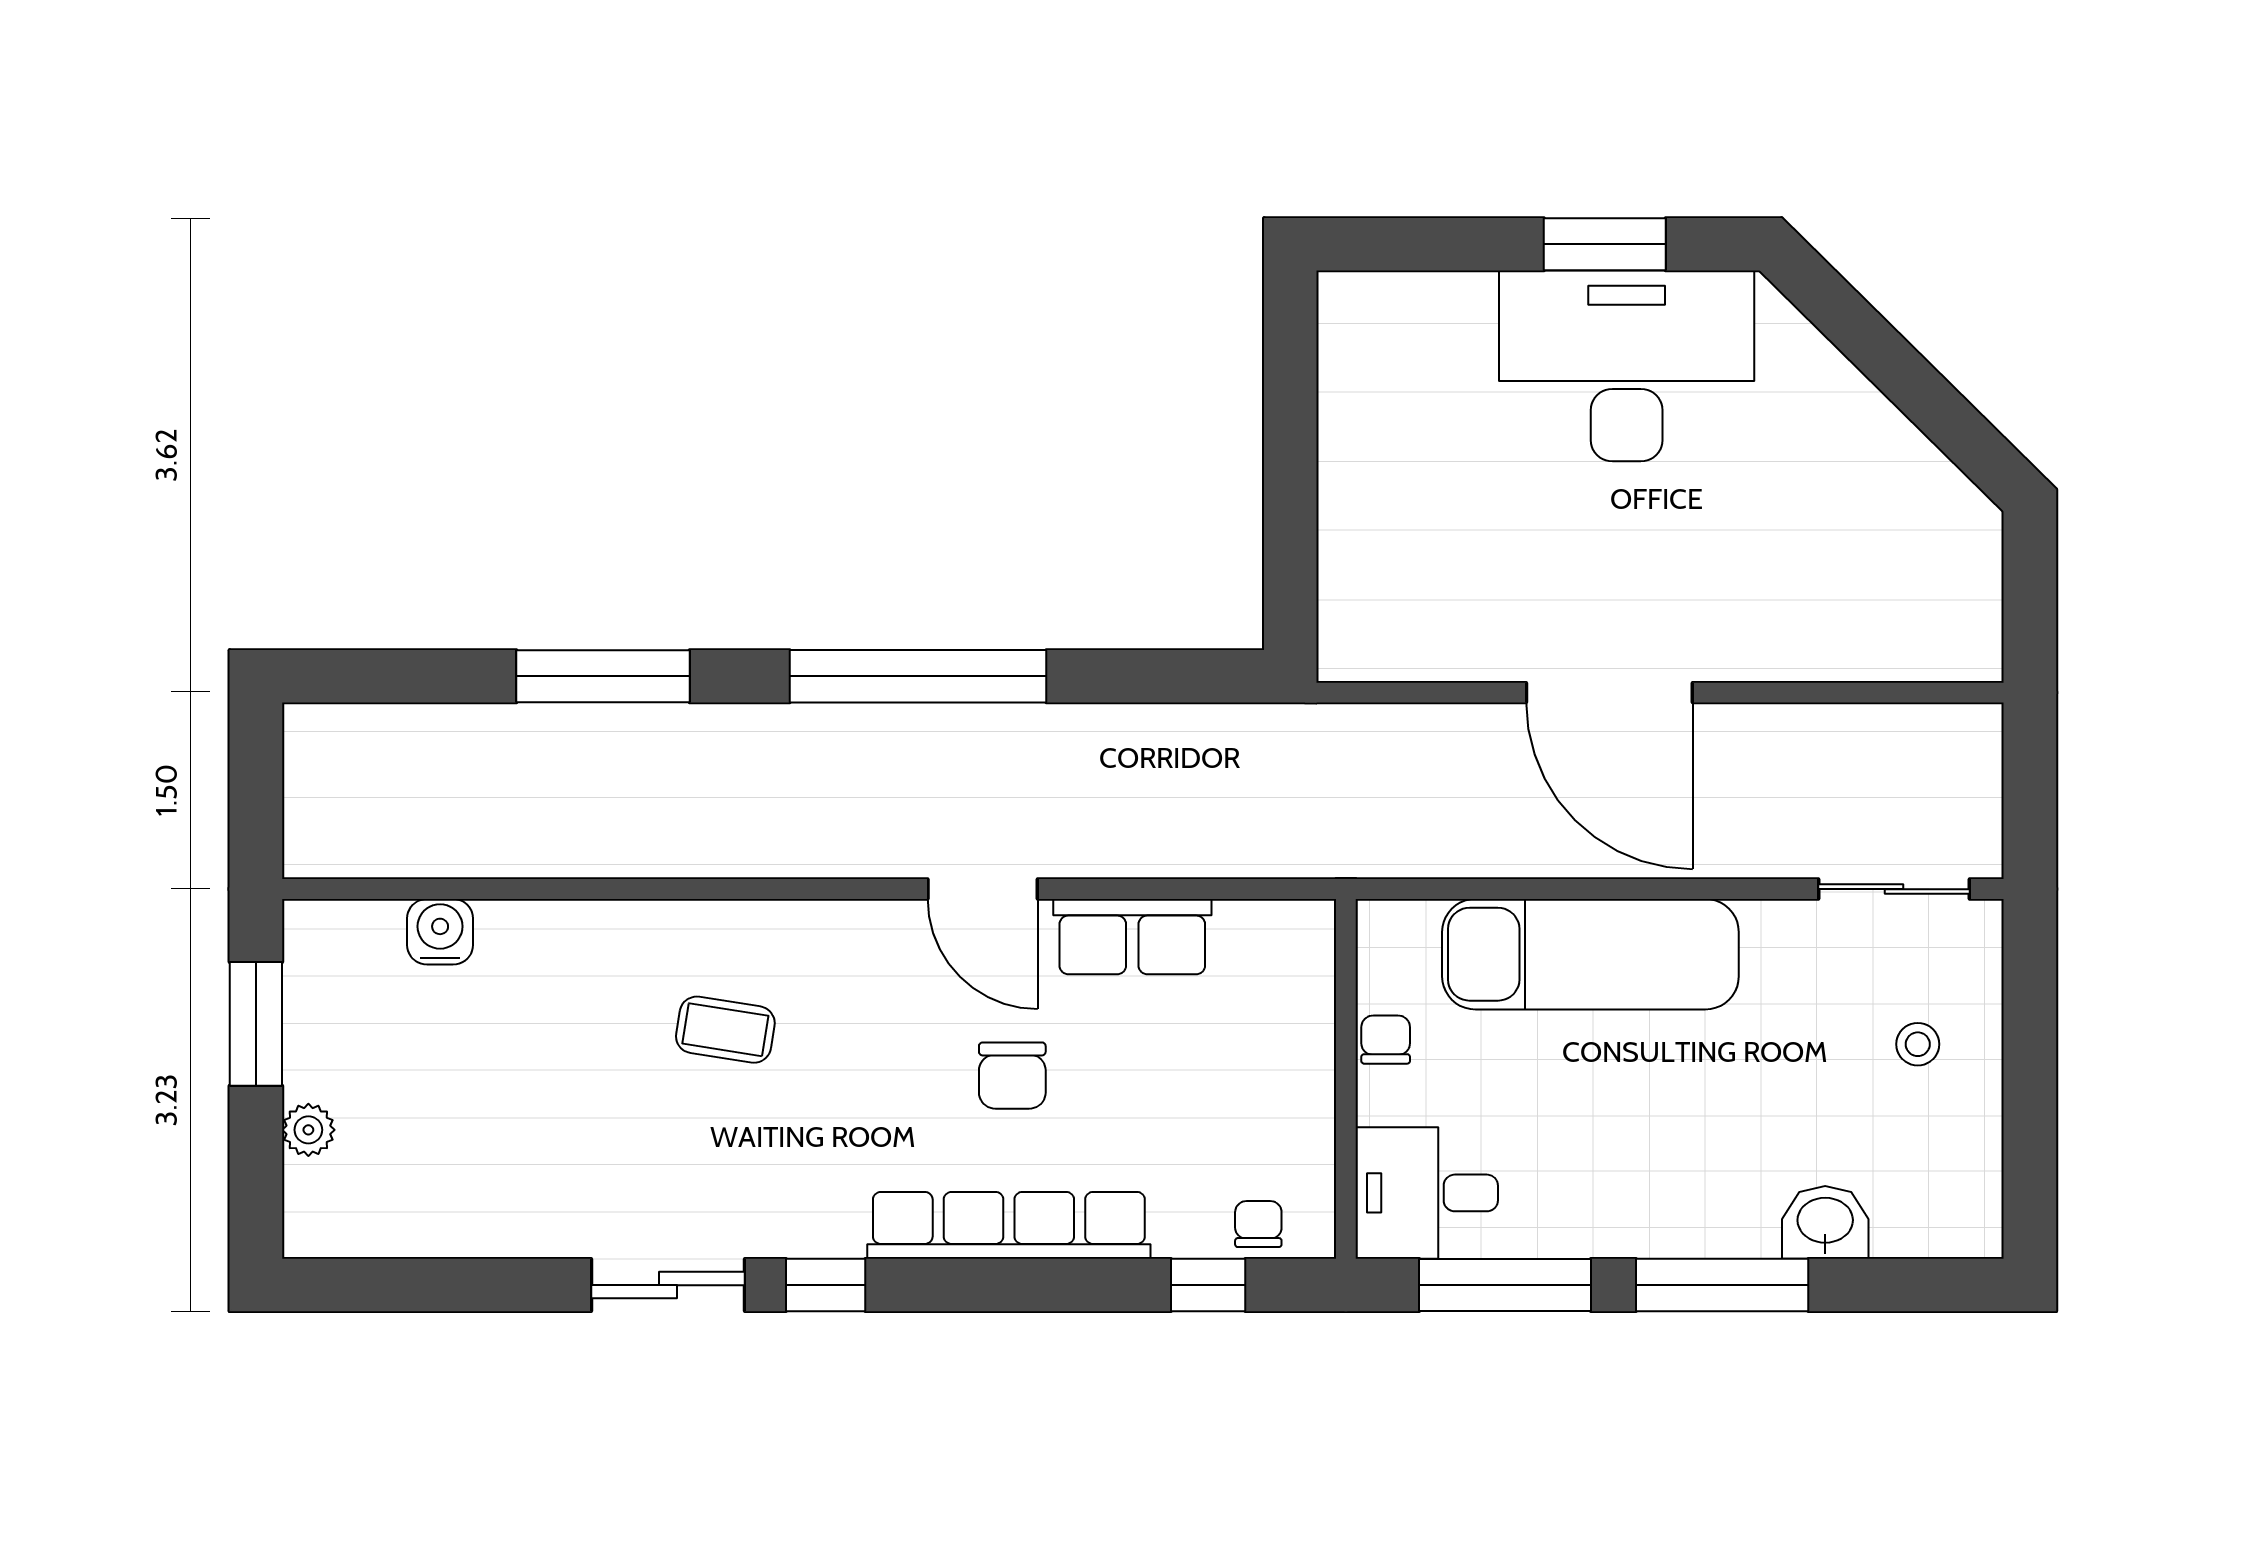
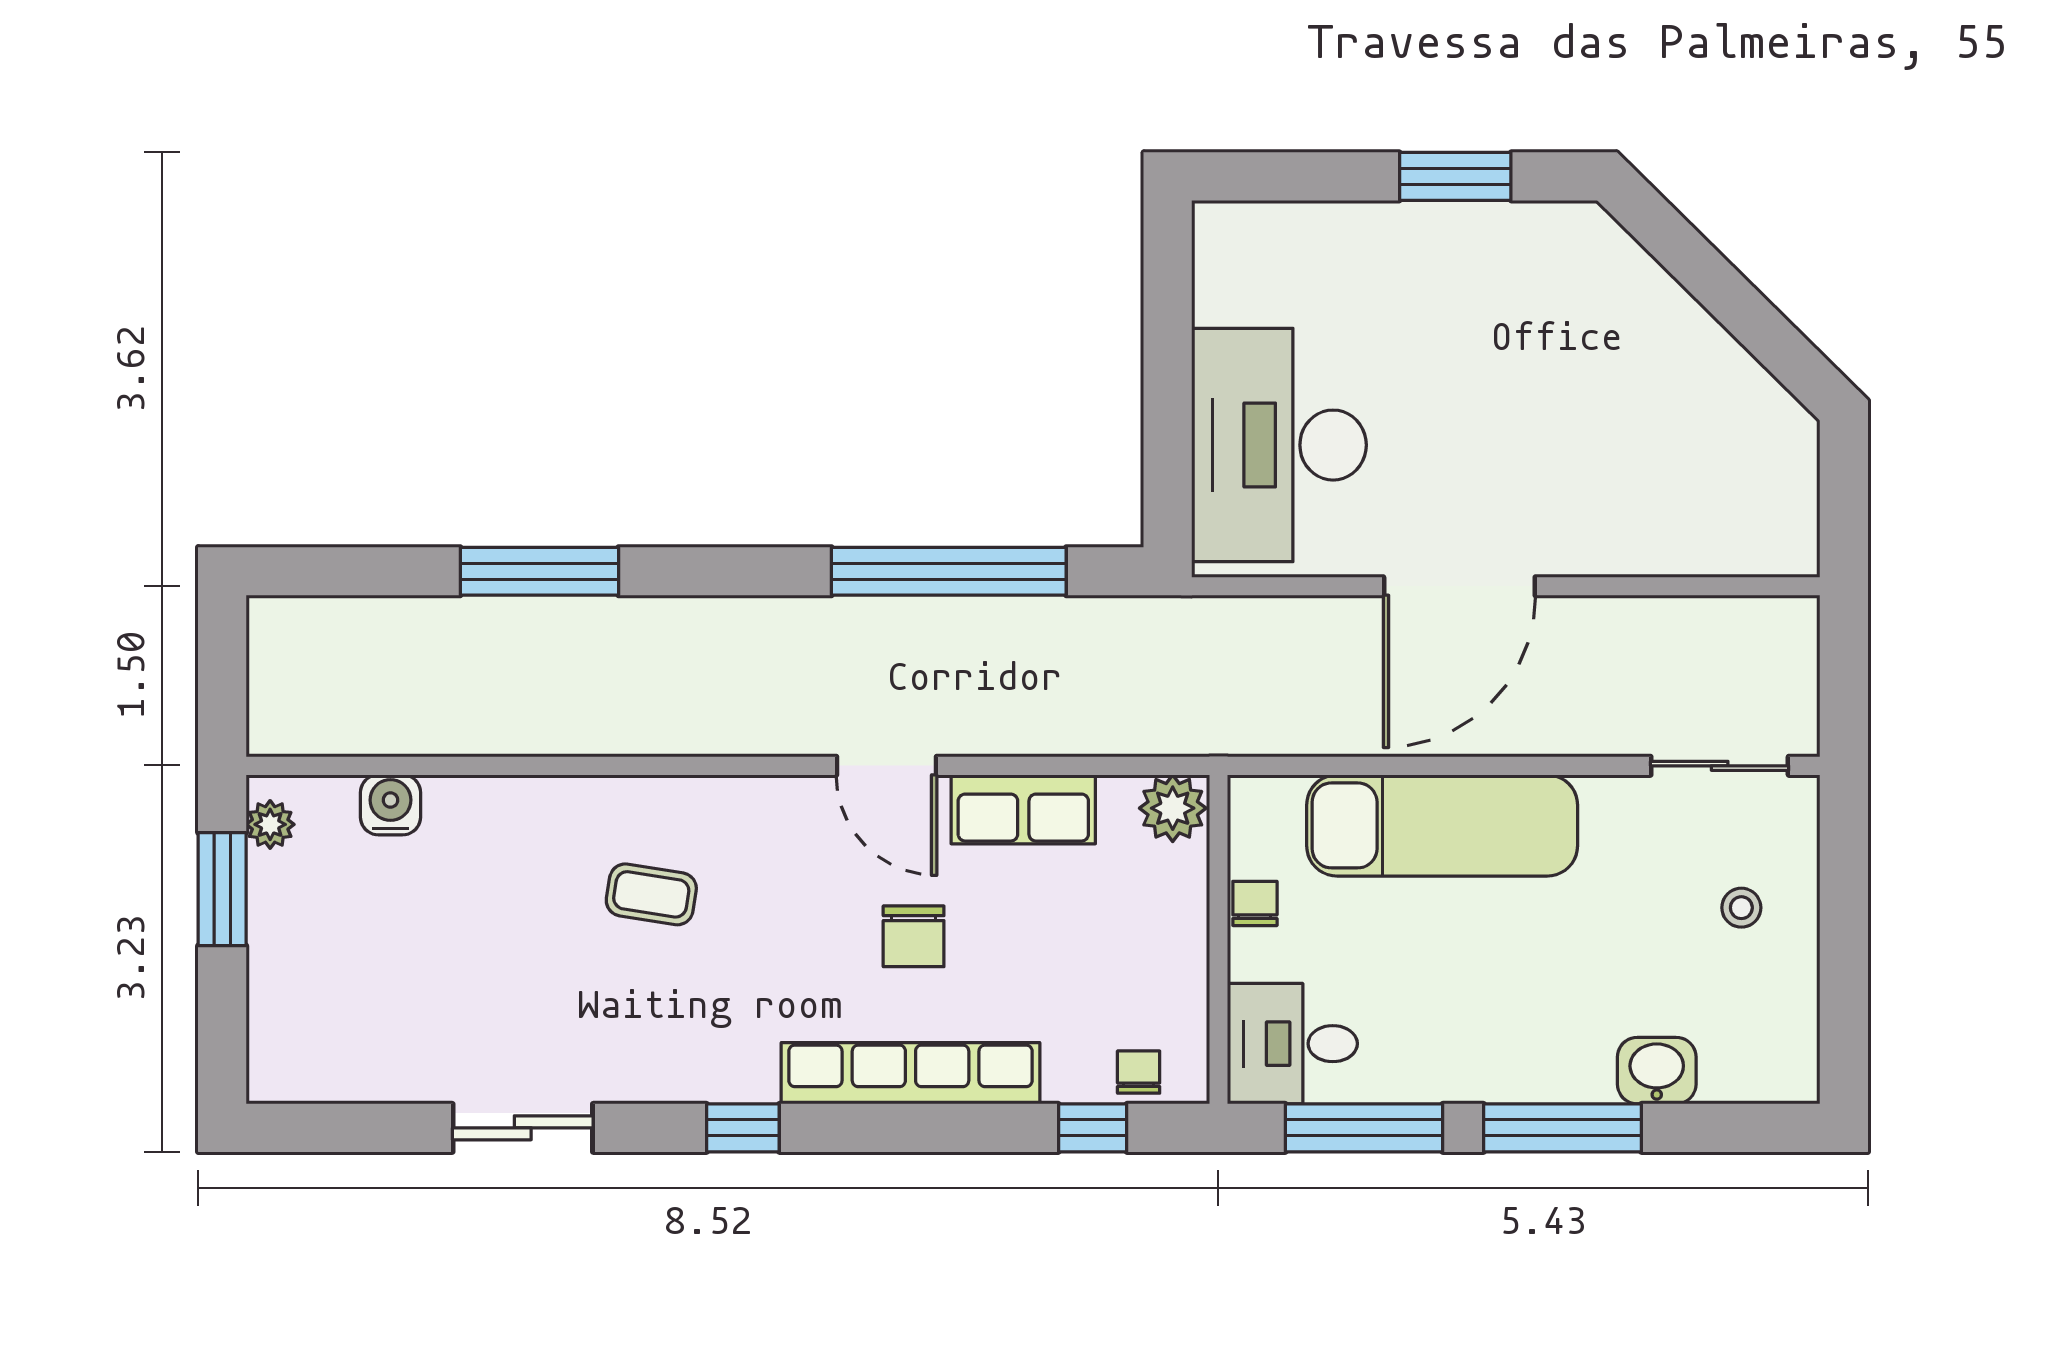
desk: (1627, 366) -> (1279, 445), moved, turned -90
window: (918, 676) -> (949, 571), moved
door: (1609, 693) -> (1459, 586), hinge flipped
plant: (1296, 935) -> (1173, 808), added
plant: (308, 1130) -> (270, 824), moved
sliding door: (668, 1285) -> (523, 1128), moved

